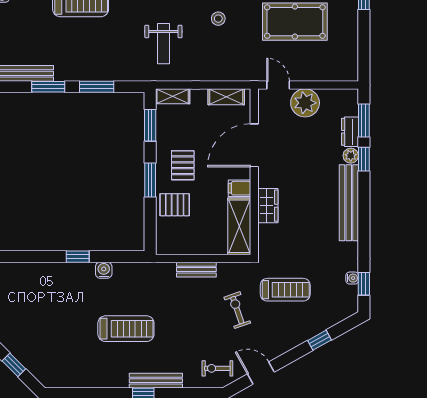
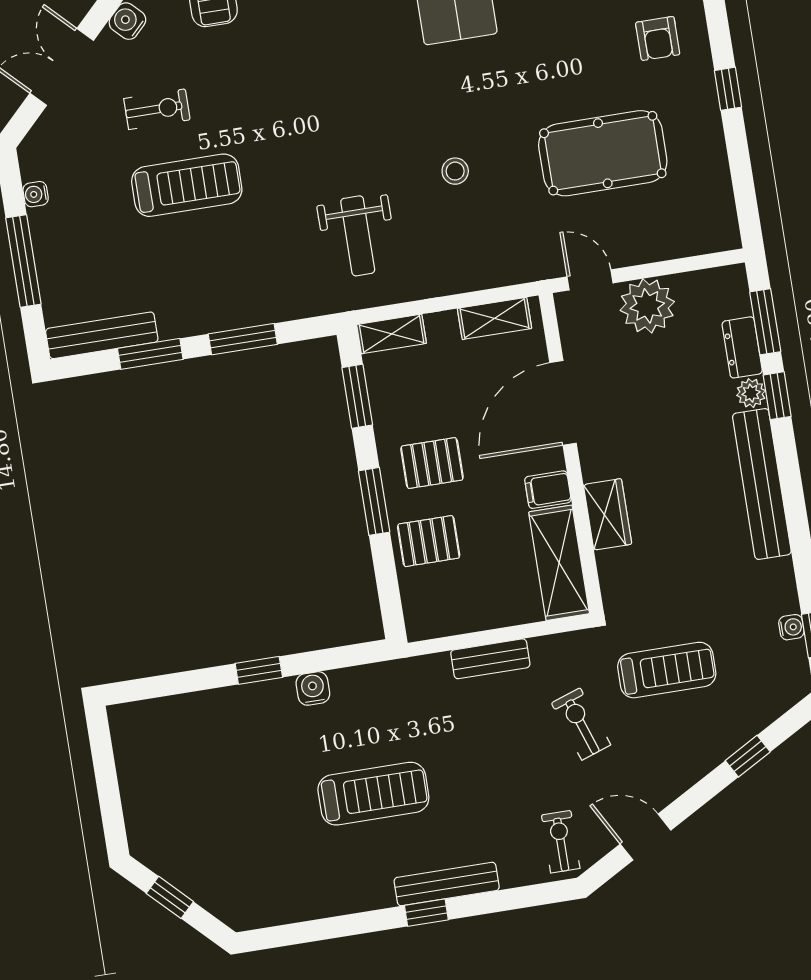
pallet: (183, 165) -> (432, 463), turned 90
exercise bike: (217, 368) -> (561, 842), turned 90

